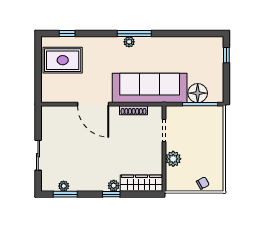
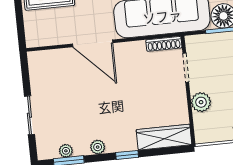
shoe rack: (134, 110) -> (164, 44), moved
plant: (114, 186) -> (98, 147), moved

